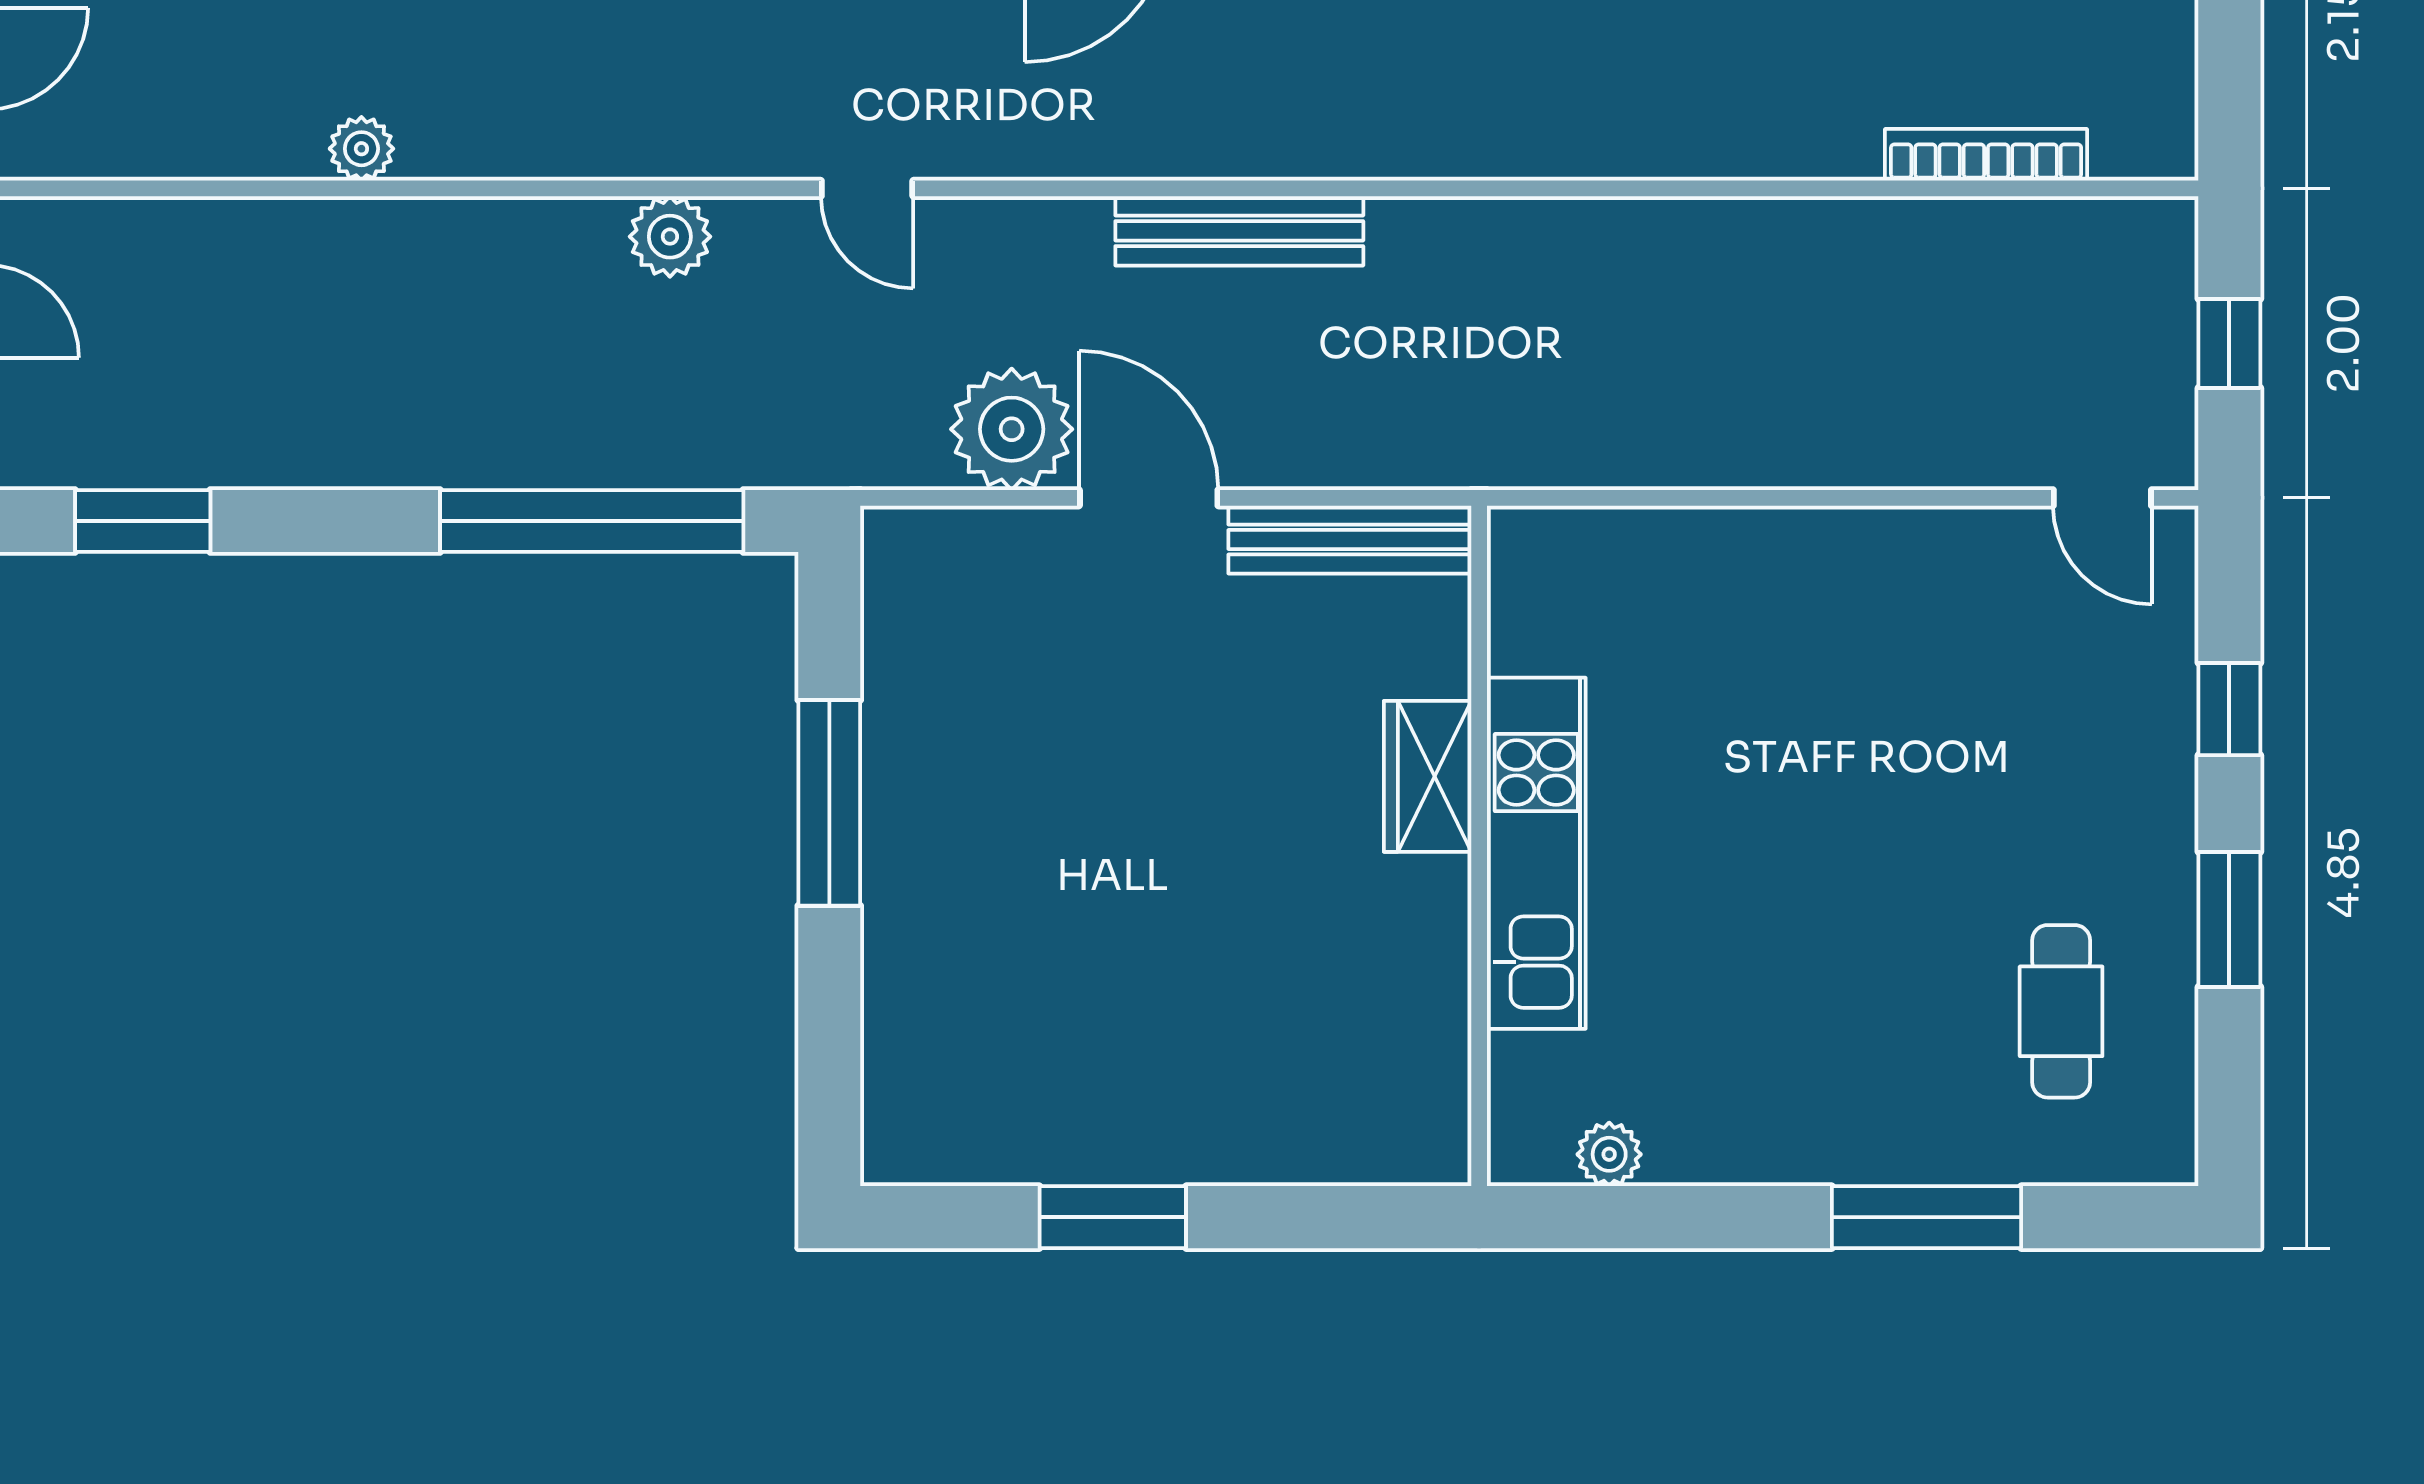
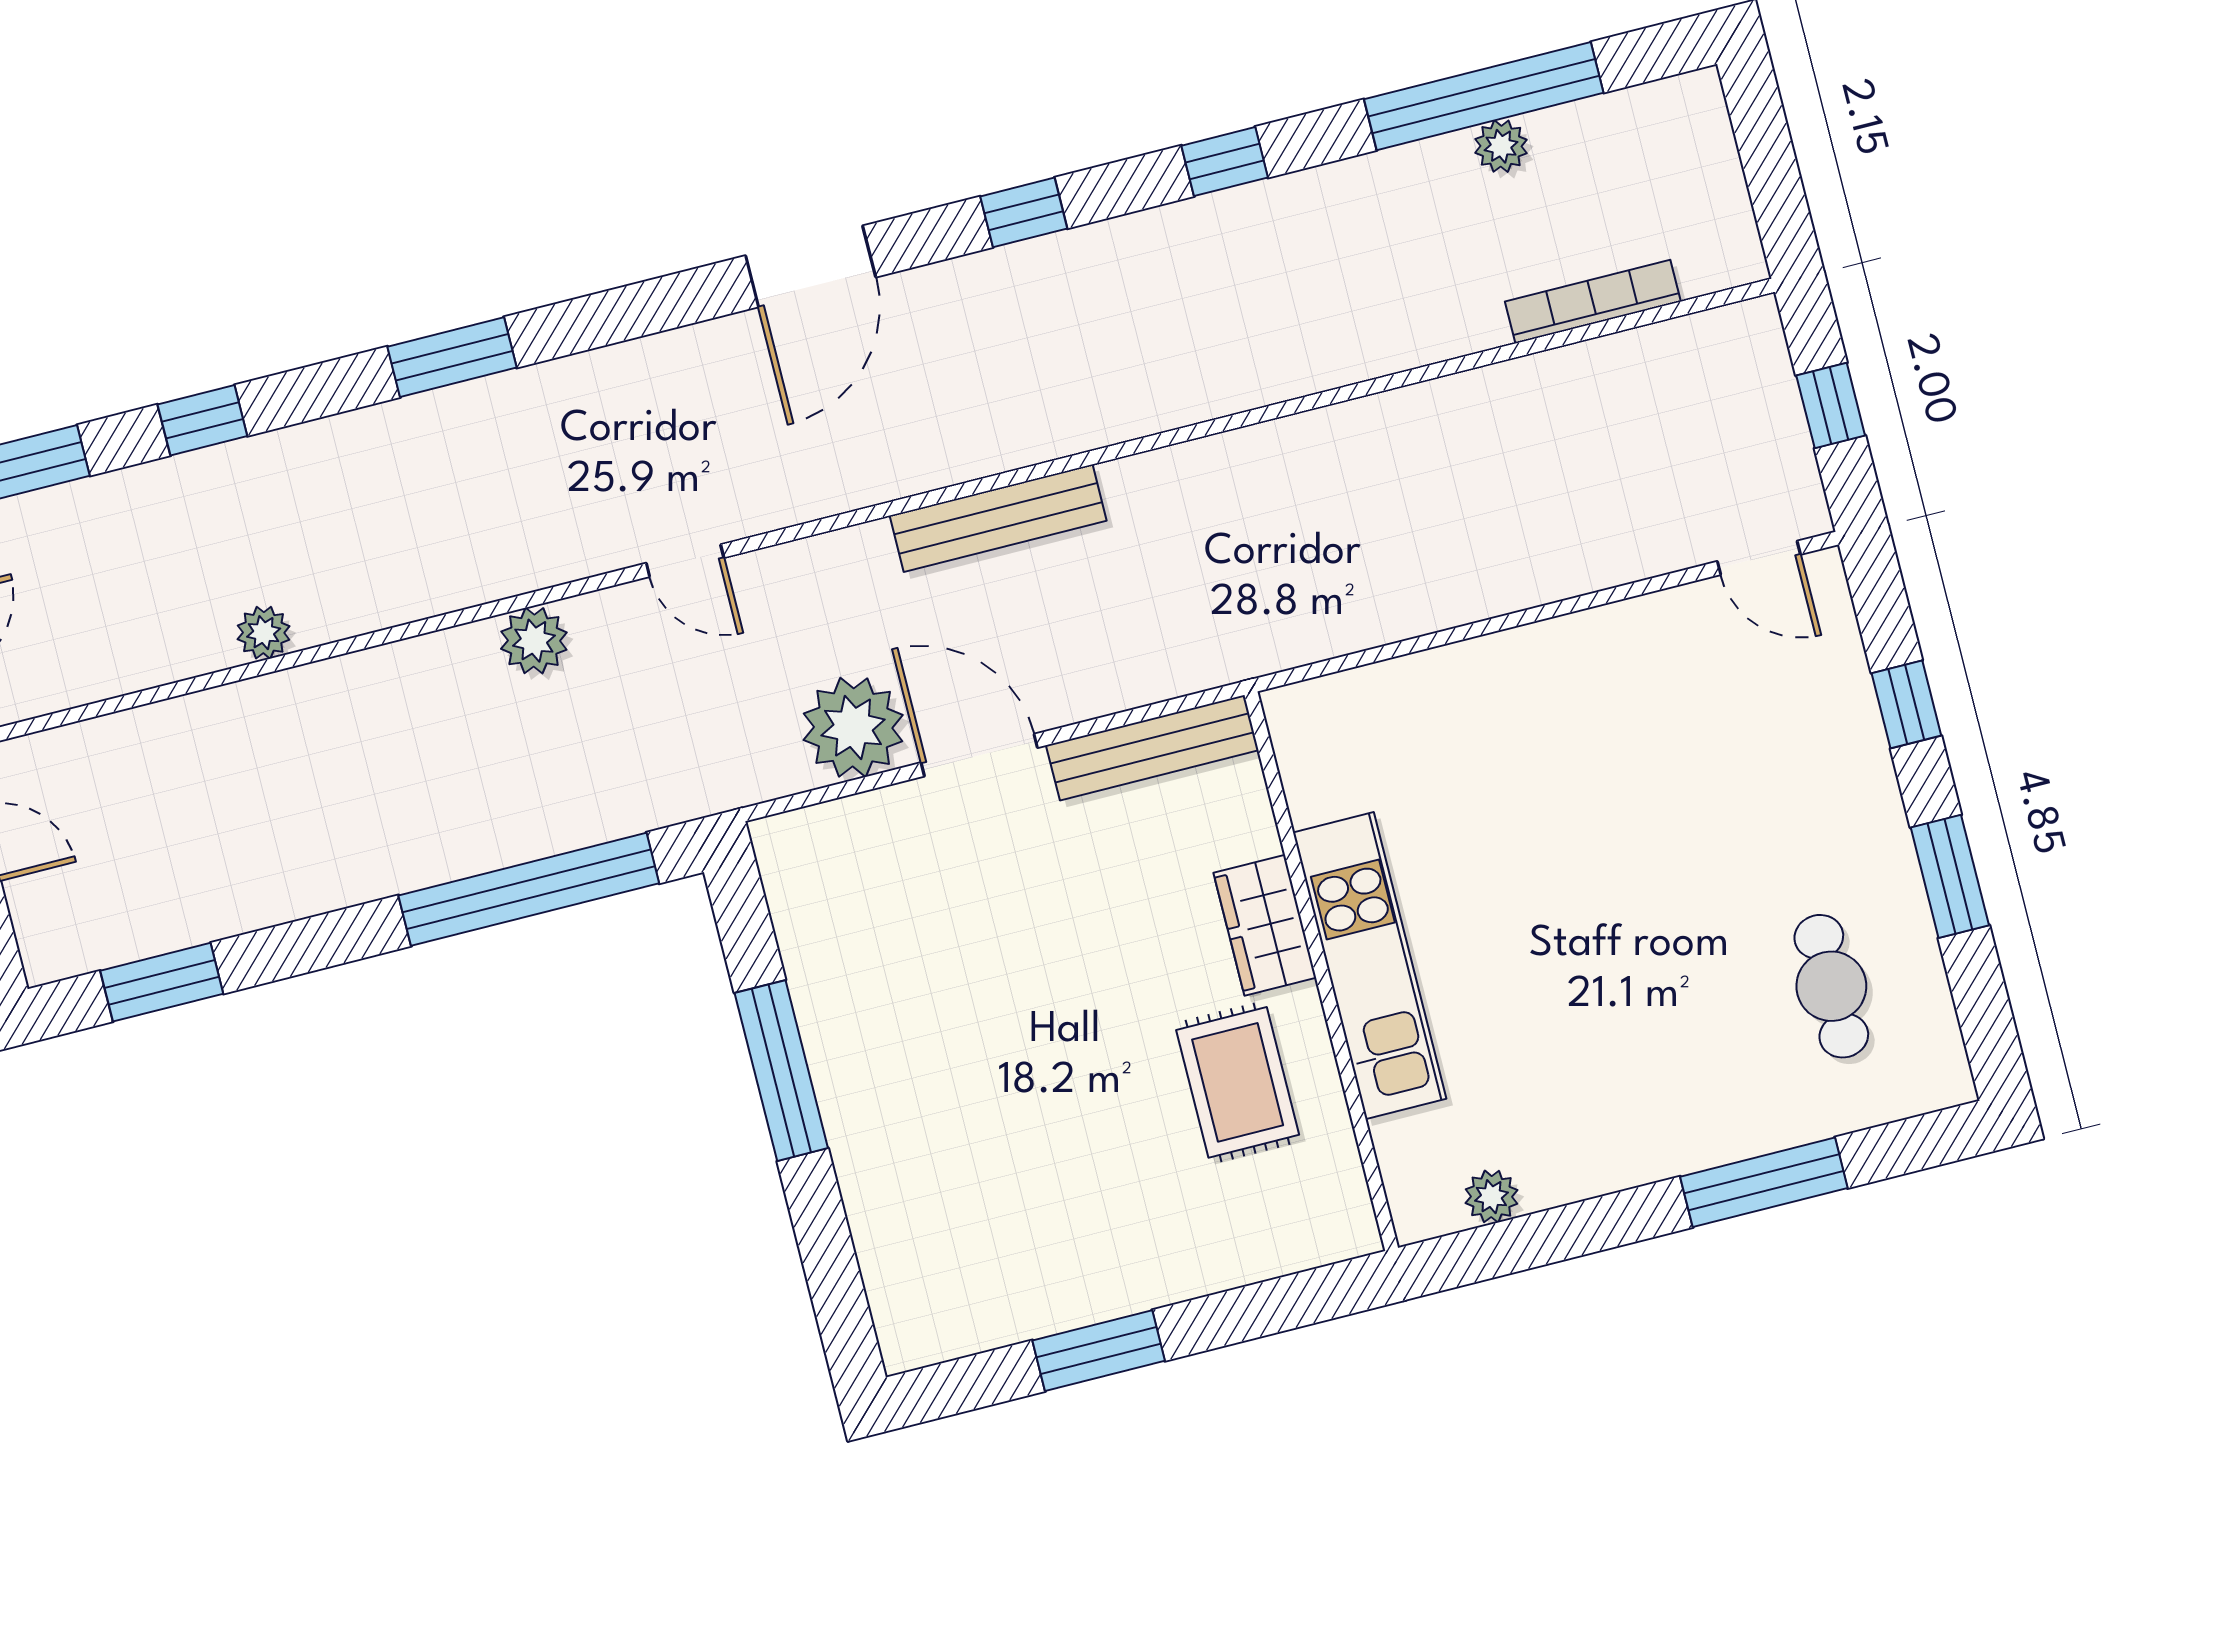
rug: (1351, 949) -> (1238, 1082), added

